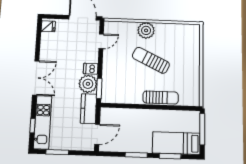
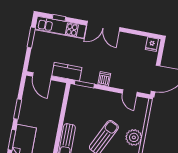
plant: (88, 84) -> (90, 74), removed

